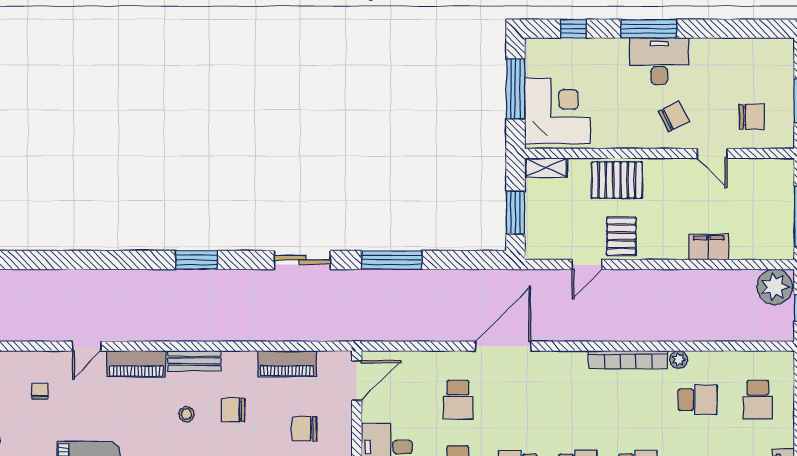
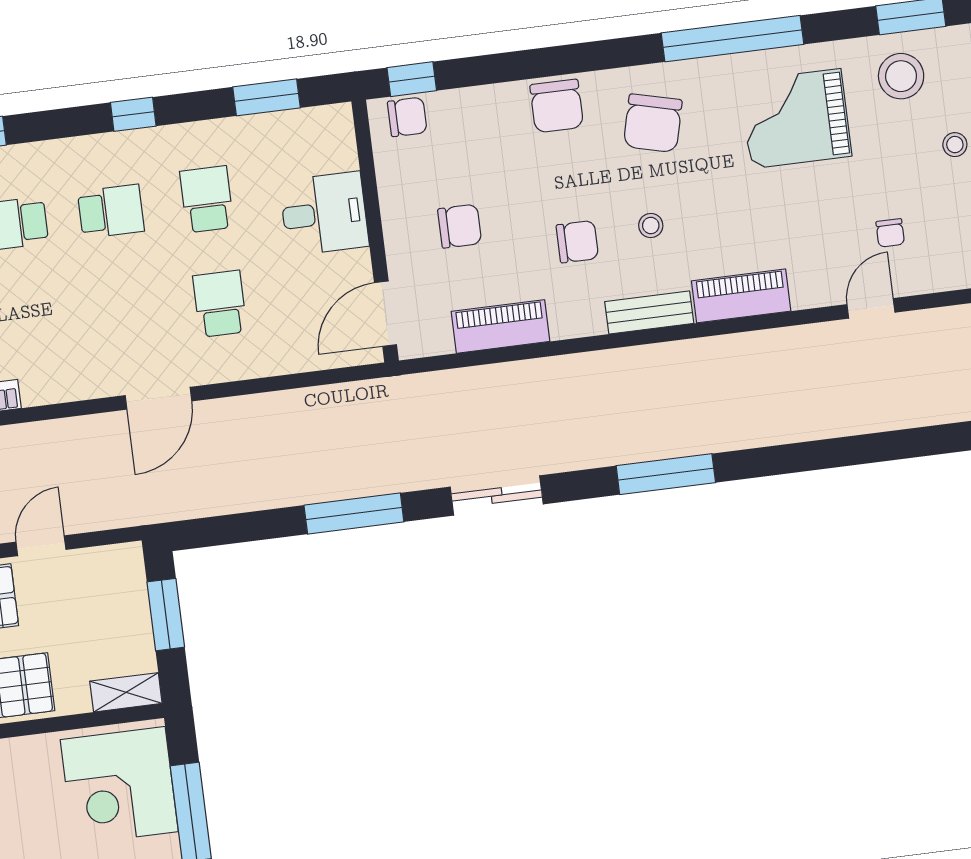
window: (197, 260) -> (666, 474), width x1.44
door: (87, 346) -> (871, 308), moved
door: (503, 346) -> (159, 398), width x0.73

